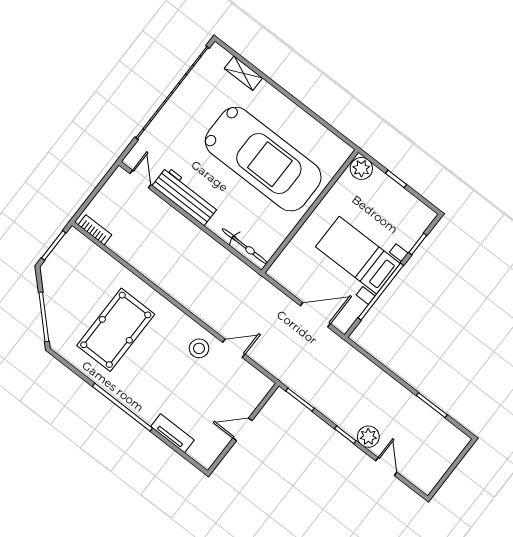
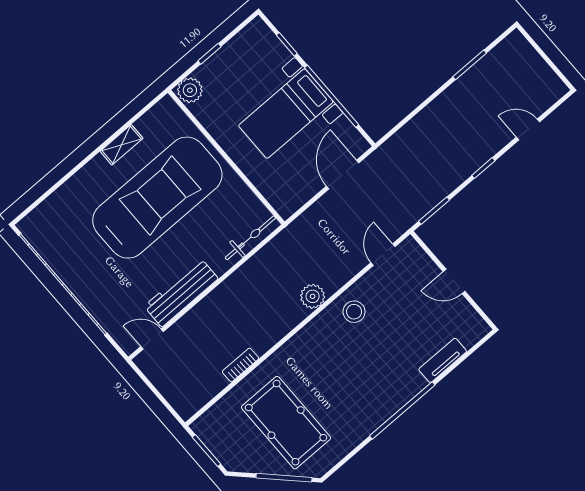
shelving: (243, 73) -> (122, 145), moved
bookcase: (95, 230) -> (240, 365), moved
pool table: (116, 330) -> (286, 423), moved
door: (234, 348) -> (383, 255), moved
door: (243, 429) -> (454, 281), hinge flipped
plant: (368, 437) -> (313, 296), moved

